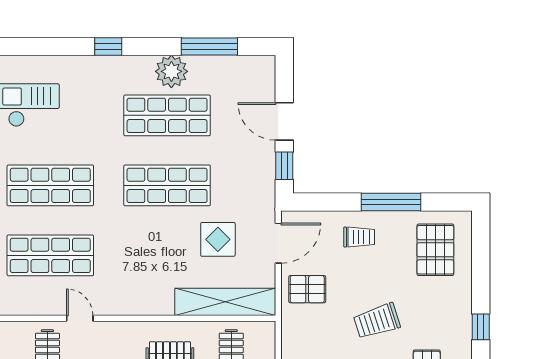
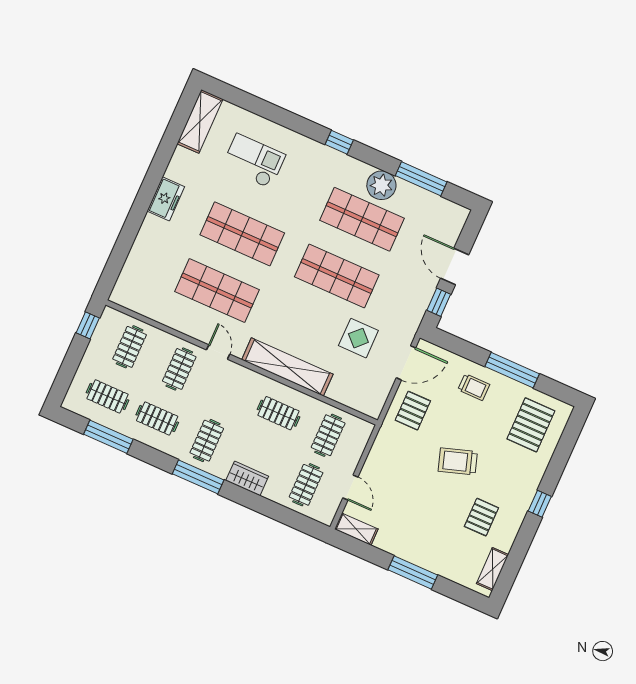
pallet: (307, 289) -> (413, 411), turned 90
shelving: (225, 302) -> (287, 367), moved

